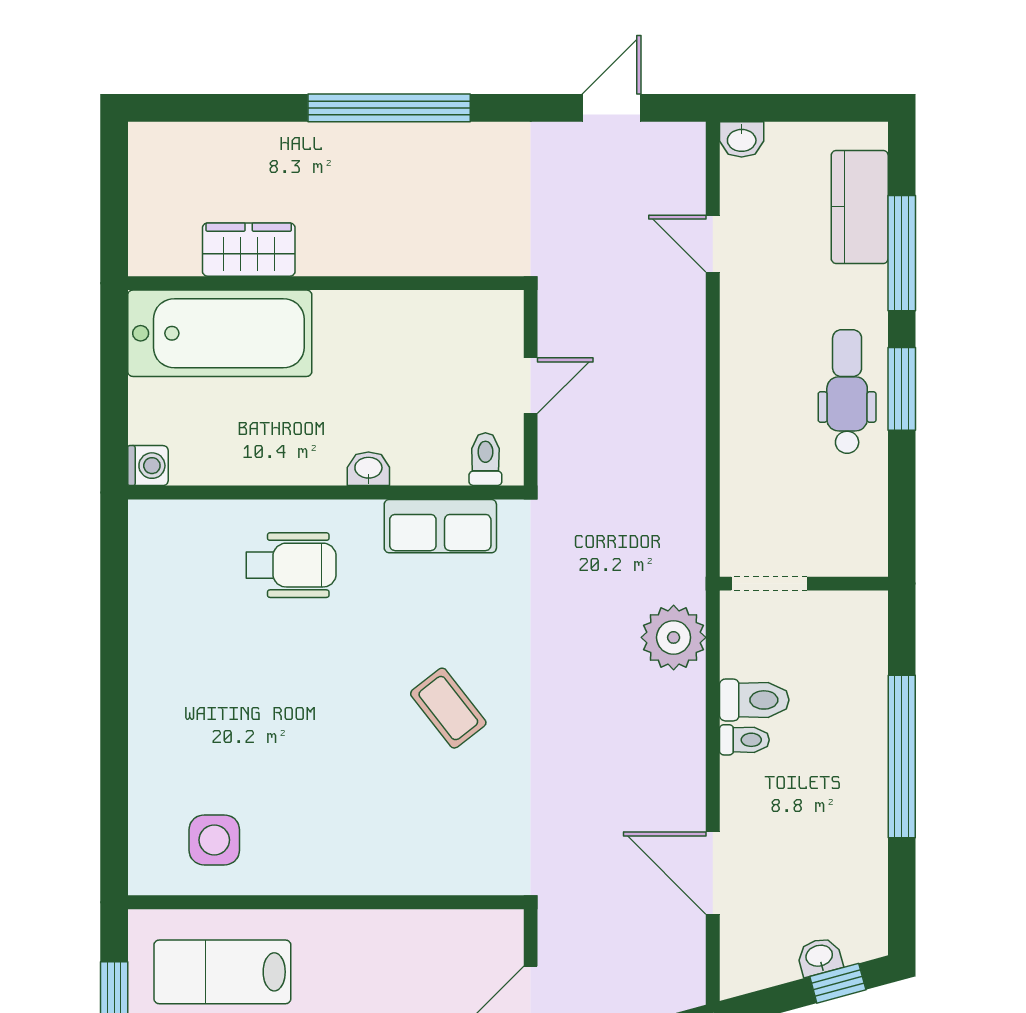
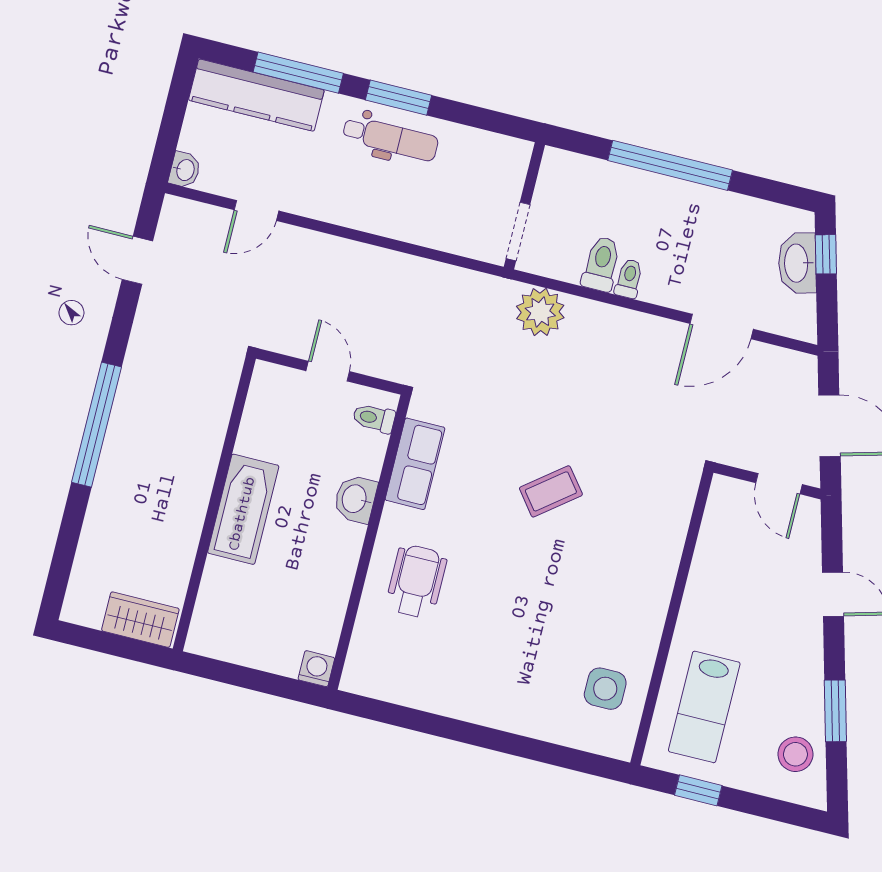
kitchen counter: (860, 207) -> (256, 95), width x1.50
wardrobe: (249, 250) -> (140, 620), moved, turned 90
bathtub: (220, 333) -> (243, 509), moved, width x0.73, depth x0.73
dental chair: (847, 392) -> (390, 138), turned 180
washbasin: (368, 469) -> (355, 499), width x1.38, depth x1.45
washbasin: (819, 957) -> (797, 263), width x1.91, depth x1.45

